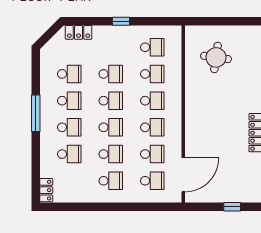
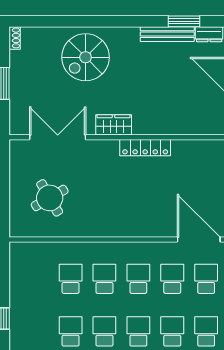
school desk: (152, 47) -> (37, 279), removed
round table: (216, 57) -> (50, 198), turned -38

